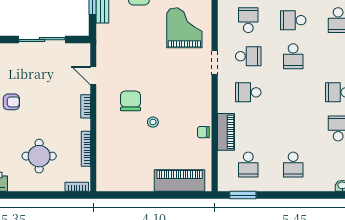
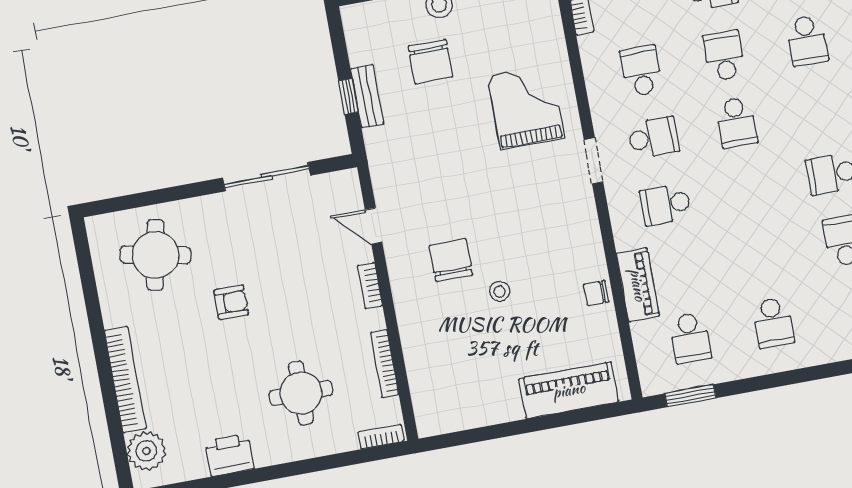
school desk: (293, 20) -> (724, 56), turned 90

